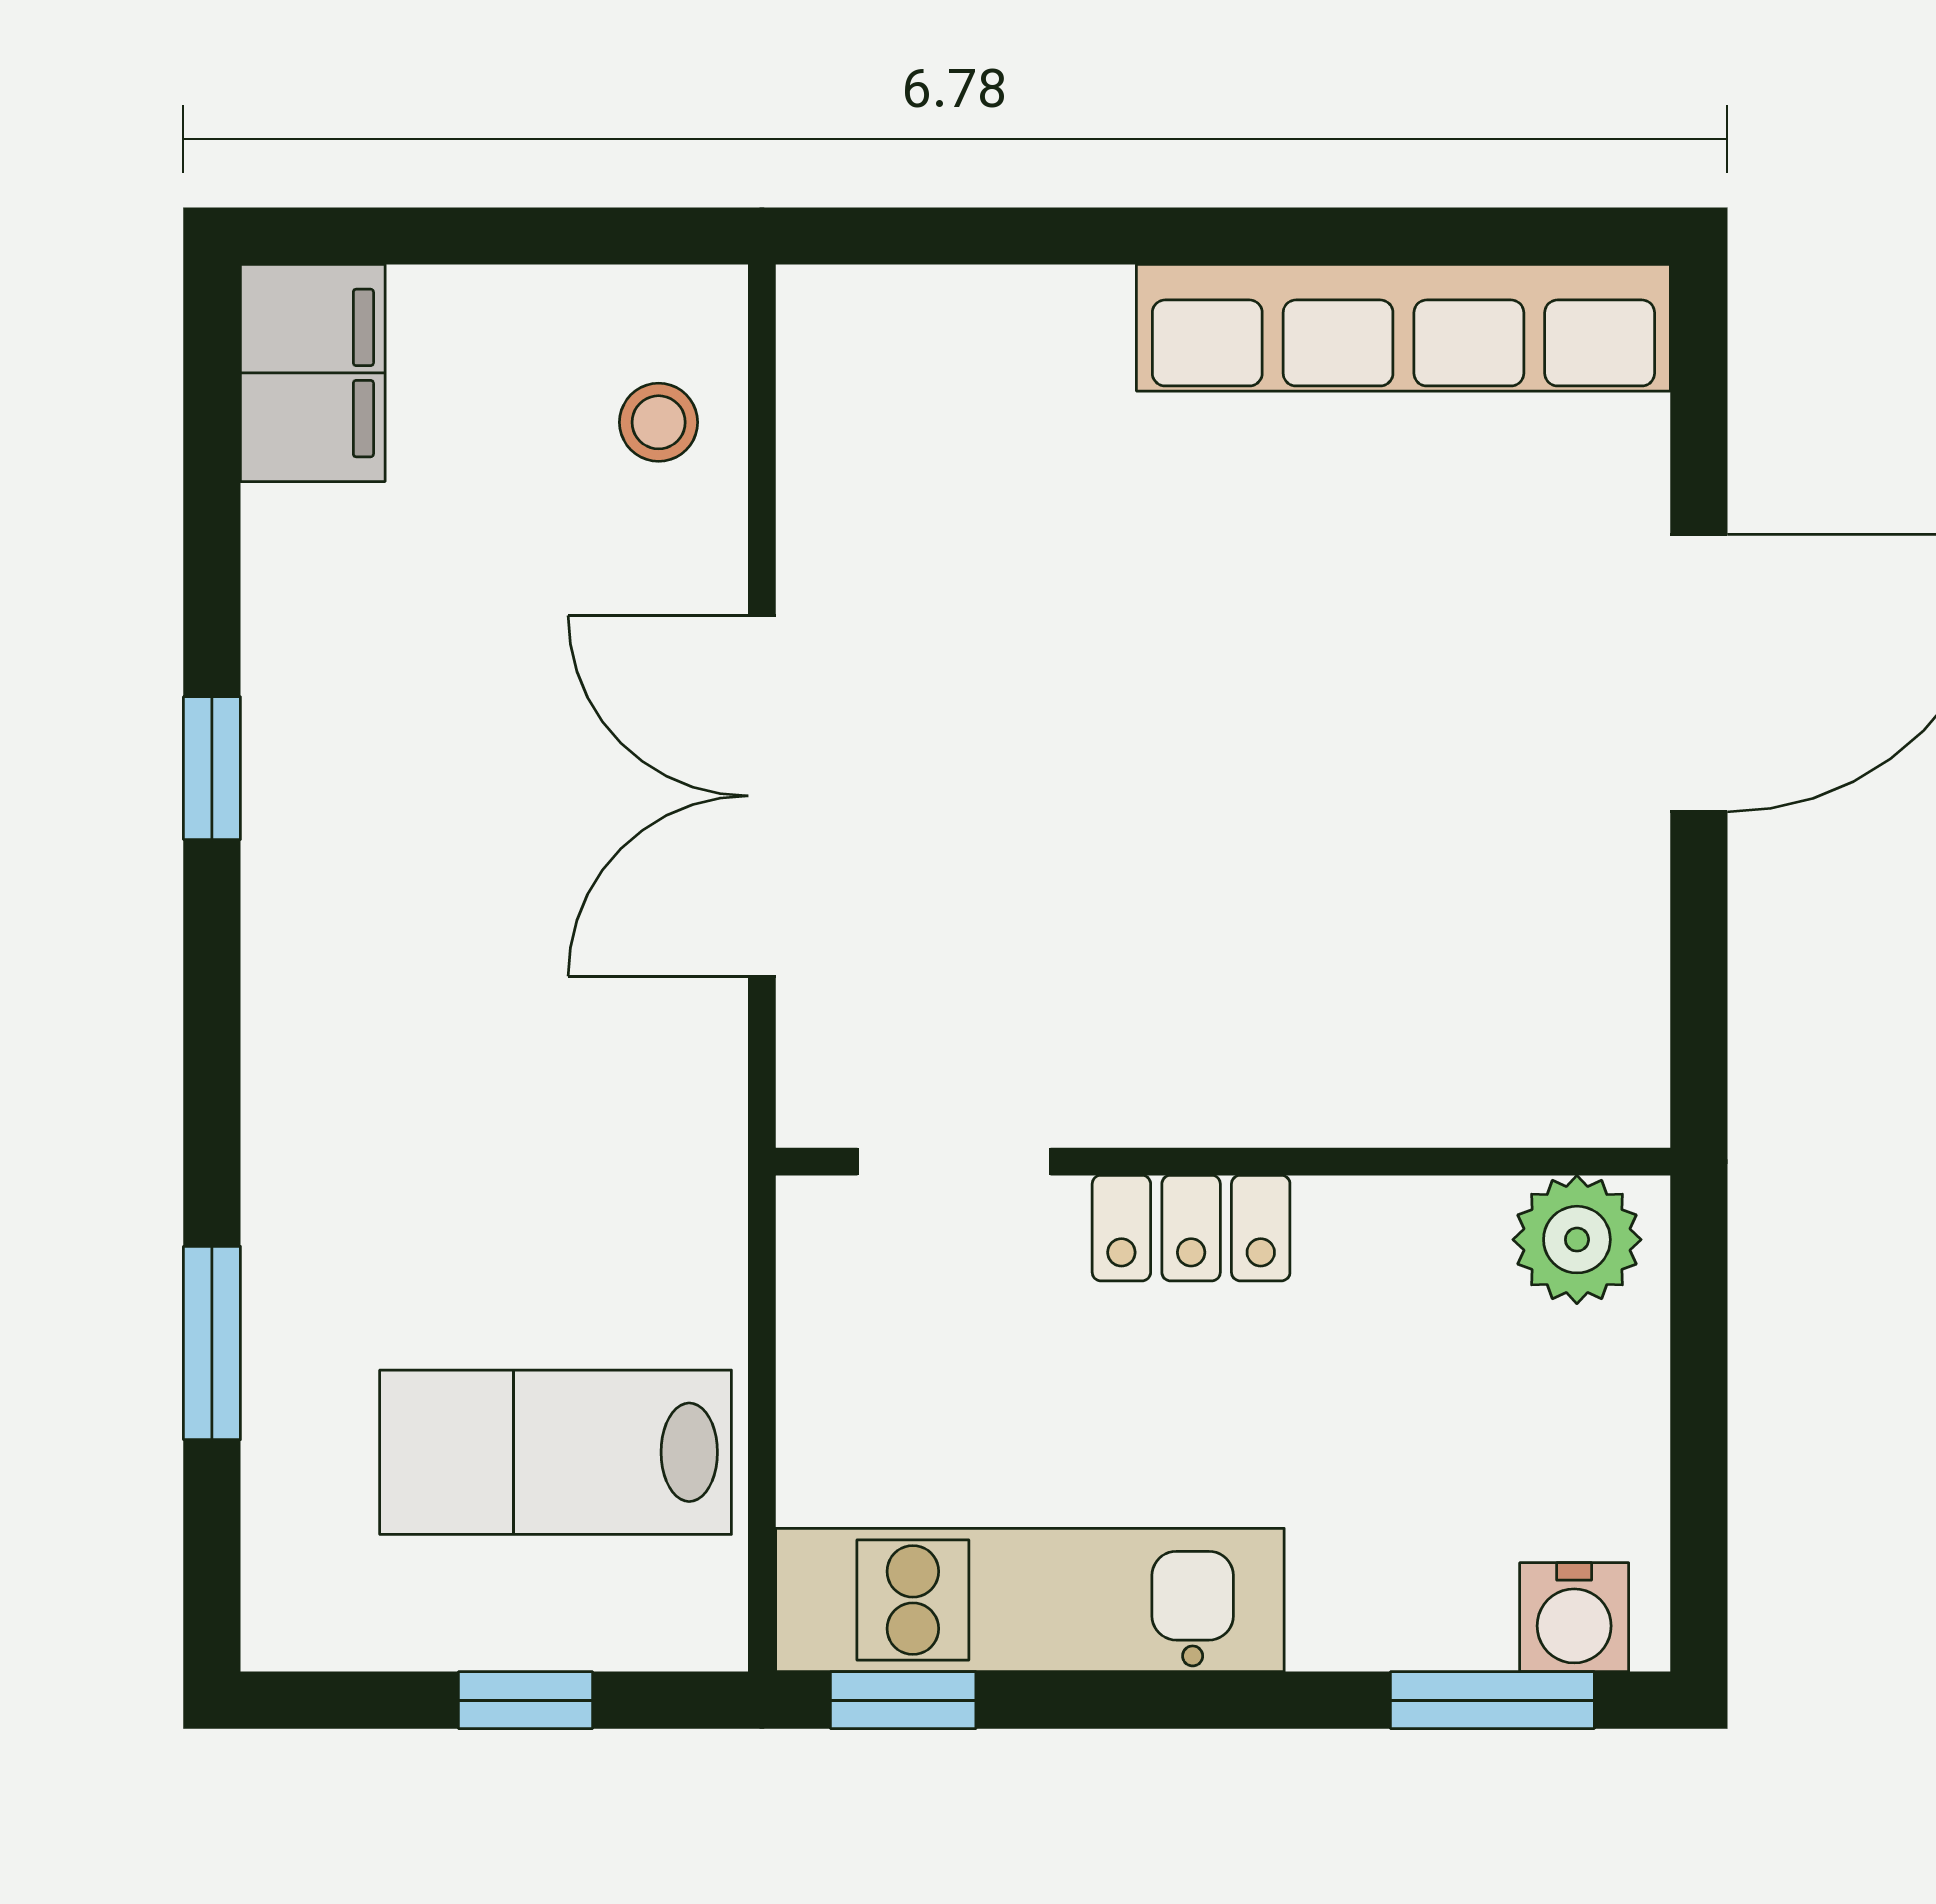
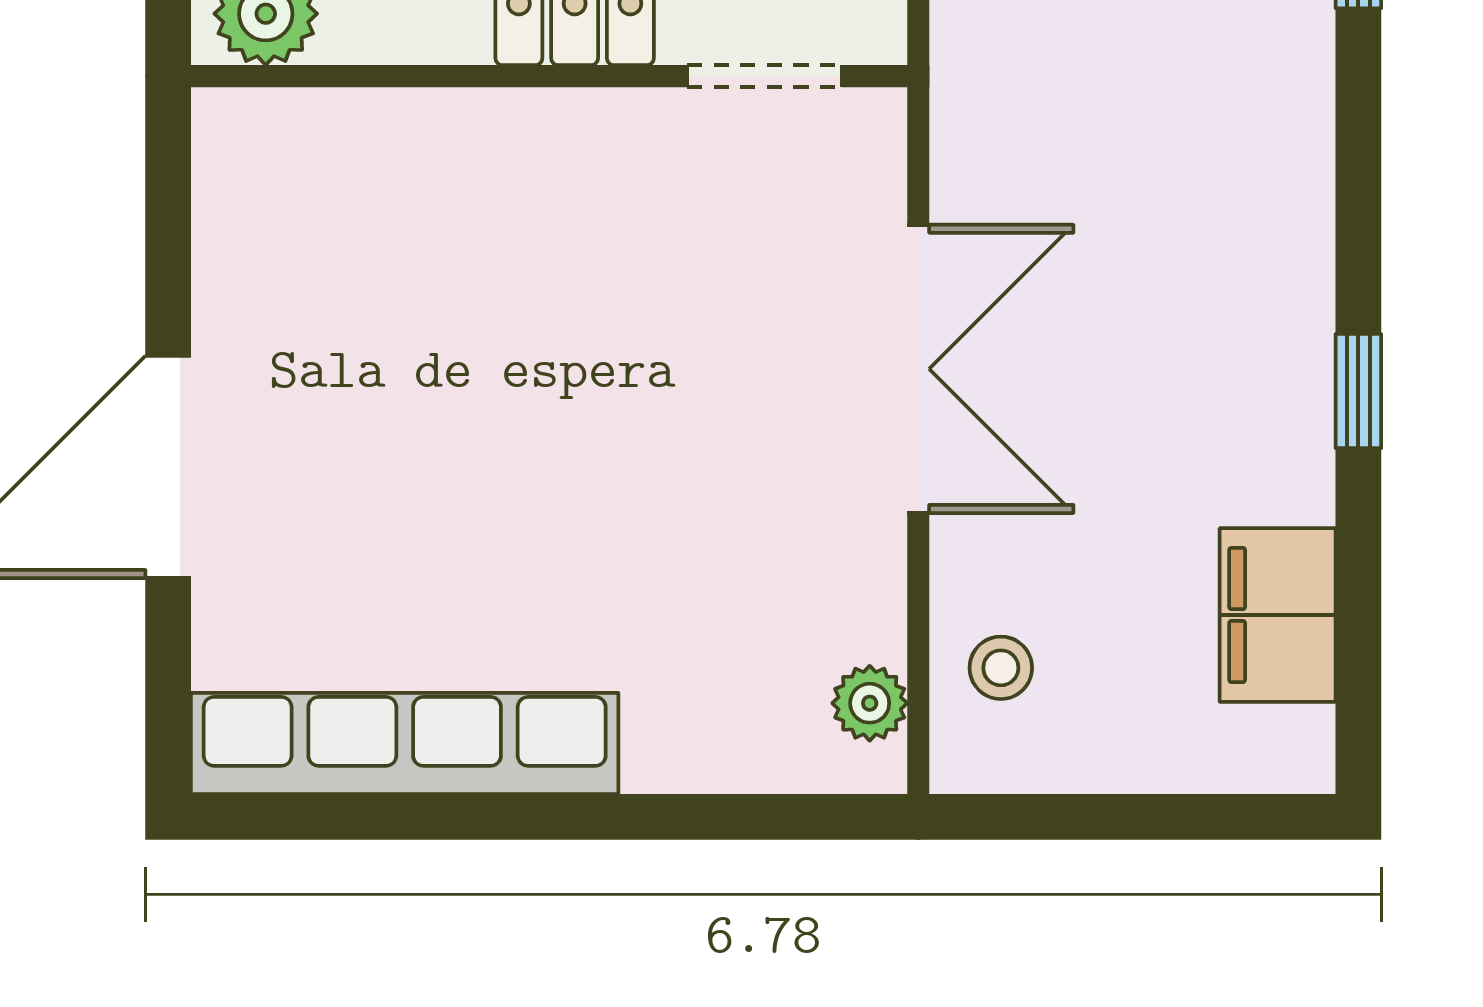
filing cabinet: (313, 373) -> (1278, 615), moved
plant: (822, 378) -> (870, 703), added

